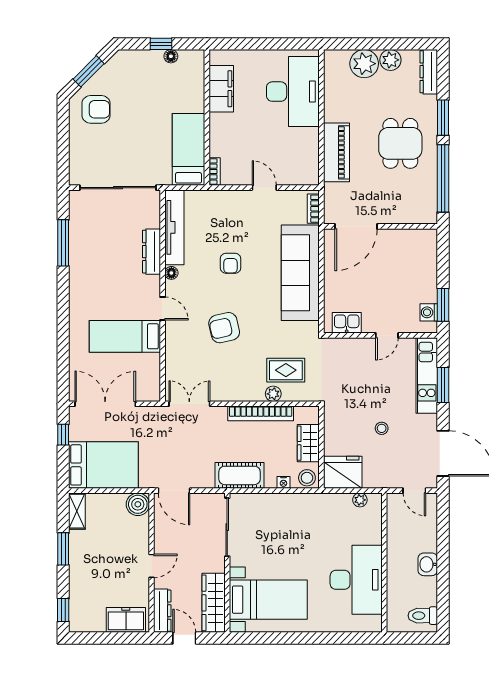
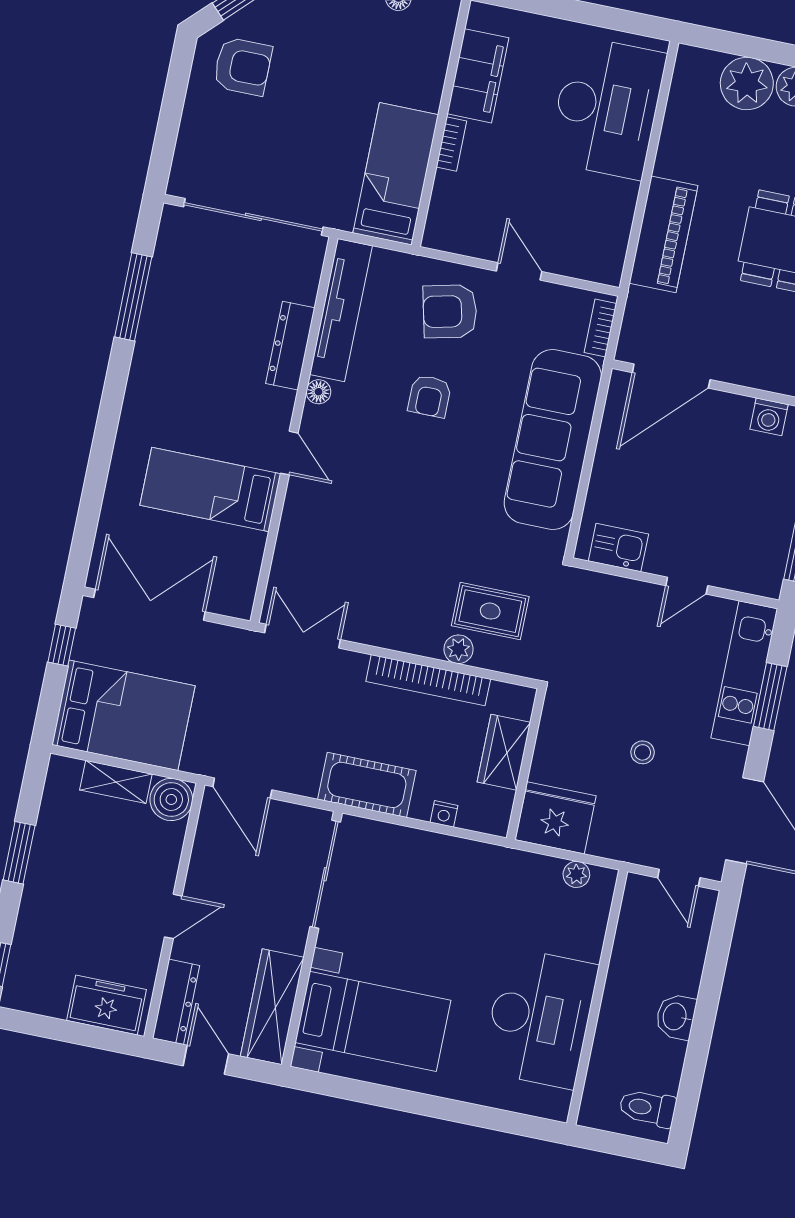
bookcase: (215, 172) -> (451, 144), moved
washing machine: (429, 312) -> (769, 417), moved, turned -90
armchair: (224, 328) -> (450, 311), moved
stool: (307, 478) -> (488, 815), removed
shelving: (77, 511) -> (116, 782), moved, turned 90

